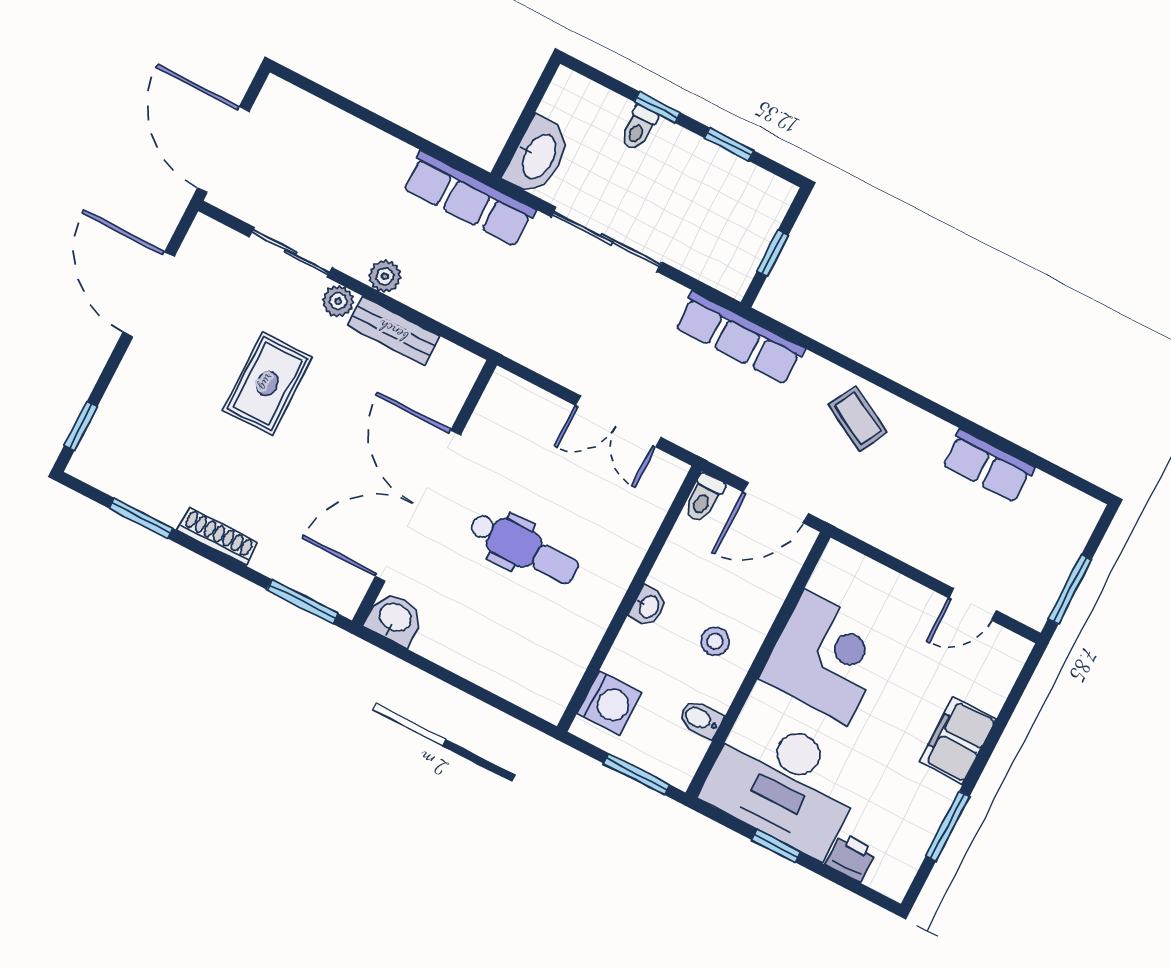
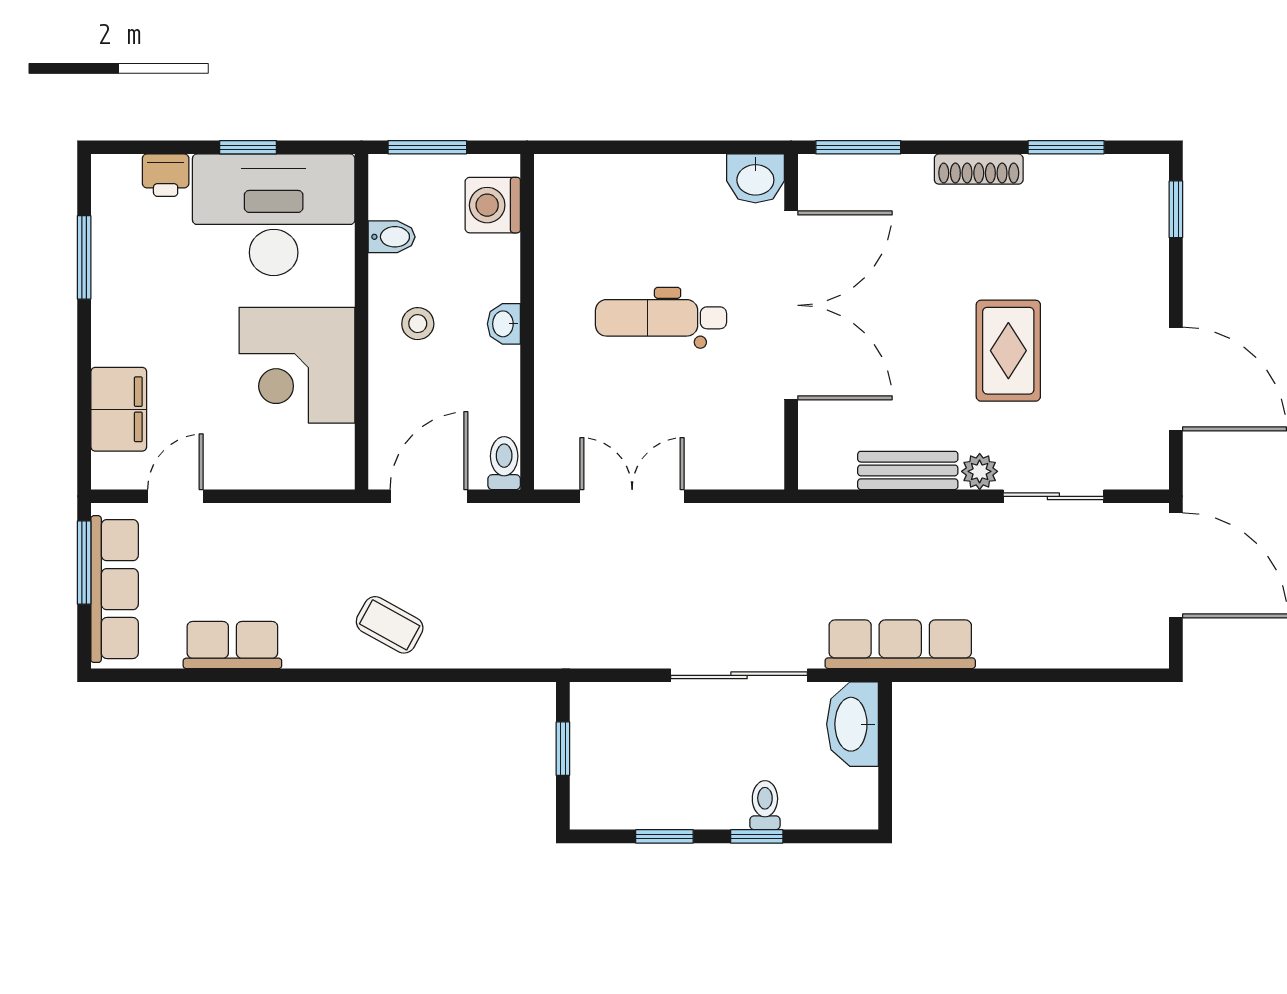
plant: (385, 276) -> (945, 521), removed
row of seats: (739, 338) -> (115, 589), moved, turned 90
filing cabinet: (958, 740) -> (119, 409), moved

